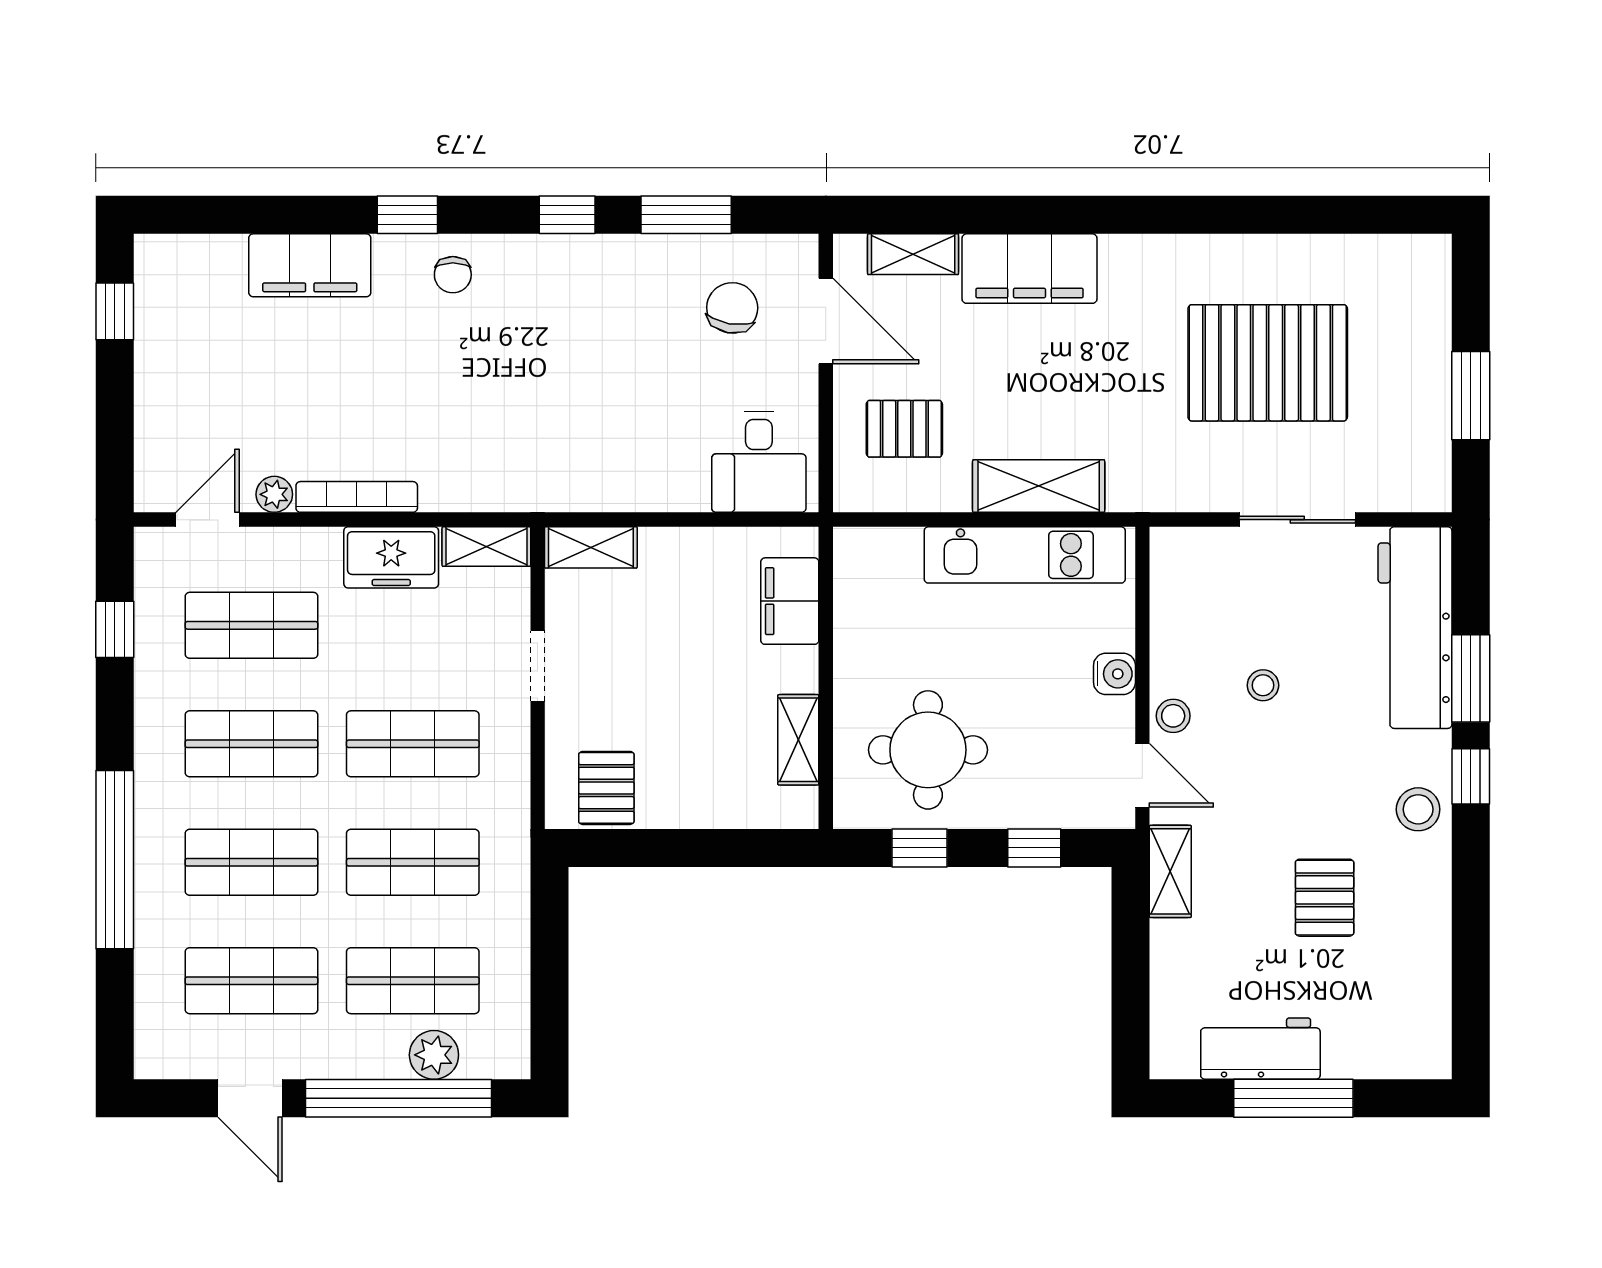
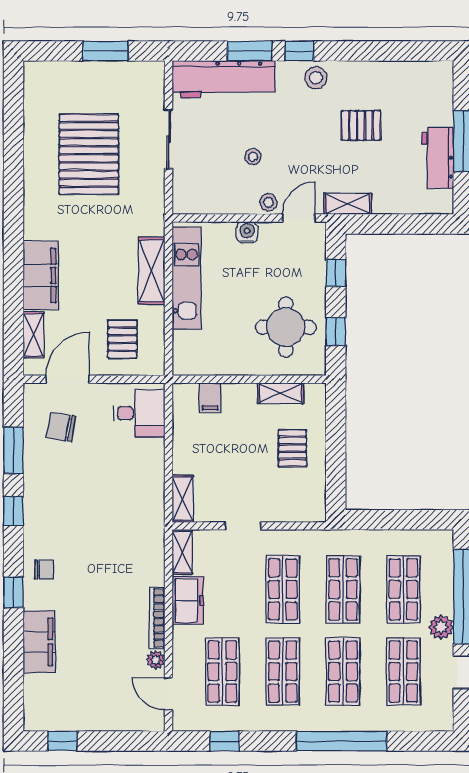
filing cabinet: (790, 601) -> (210, 397), width x0.50
pallet: (606, 788) -> (292, 448), moved, turned 90
plant: (434, 1055) -> (441, 627), moved

